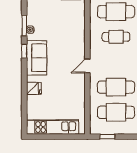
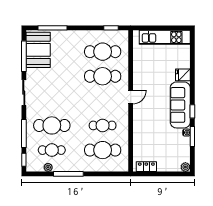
sofa: (37, 58) -> (180, 105), width x1.36

